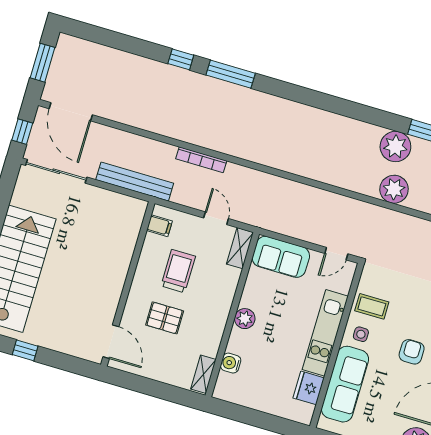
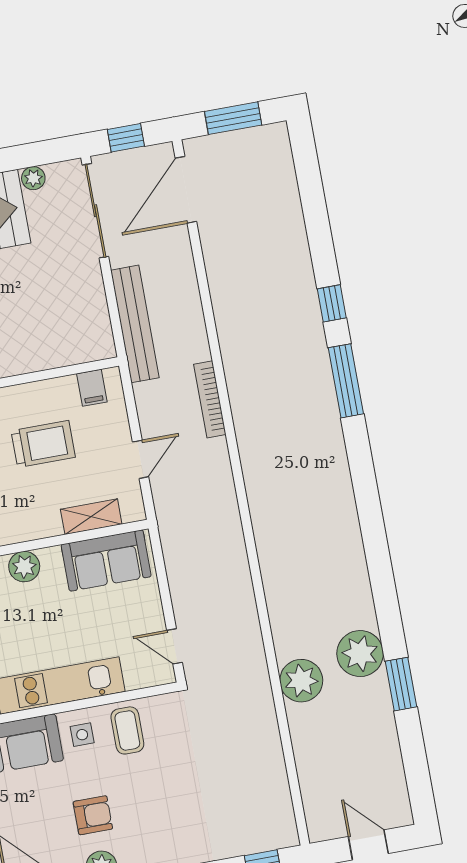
plant: (19, 198) -> (33, 178), added
shelving: (240, 248) -> (91, 517), moved
sofa: (281, 257) -> (106, 561), moved, turned -90

